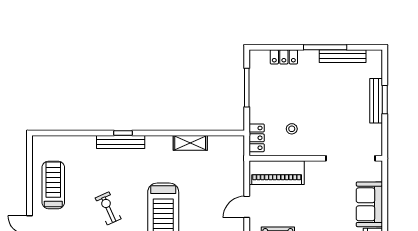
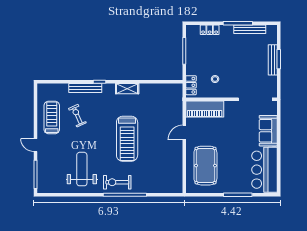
bench: (121, 142) -> (85, 88), moved
shelving: (190, 143) -> (127, 89), moved
exercise bike: (108, 208) -> (77, 116), moved

